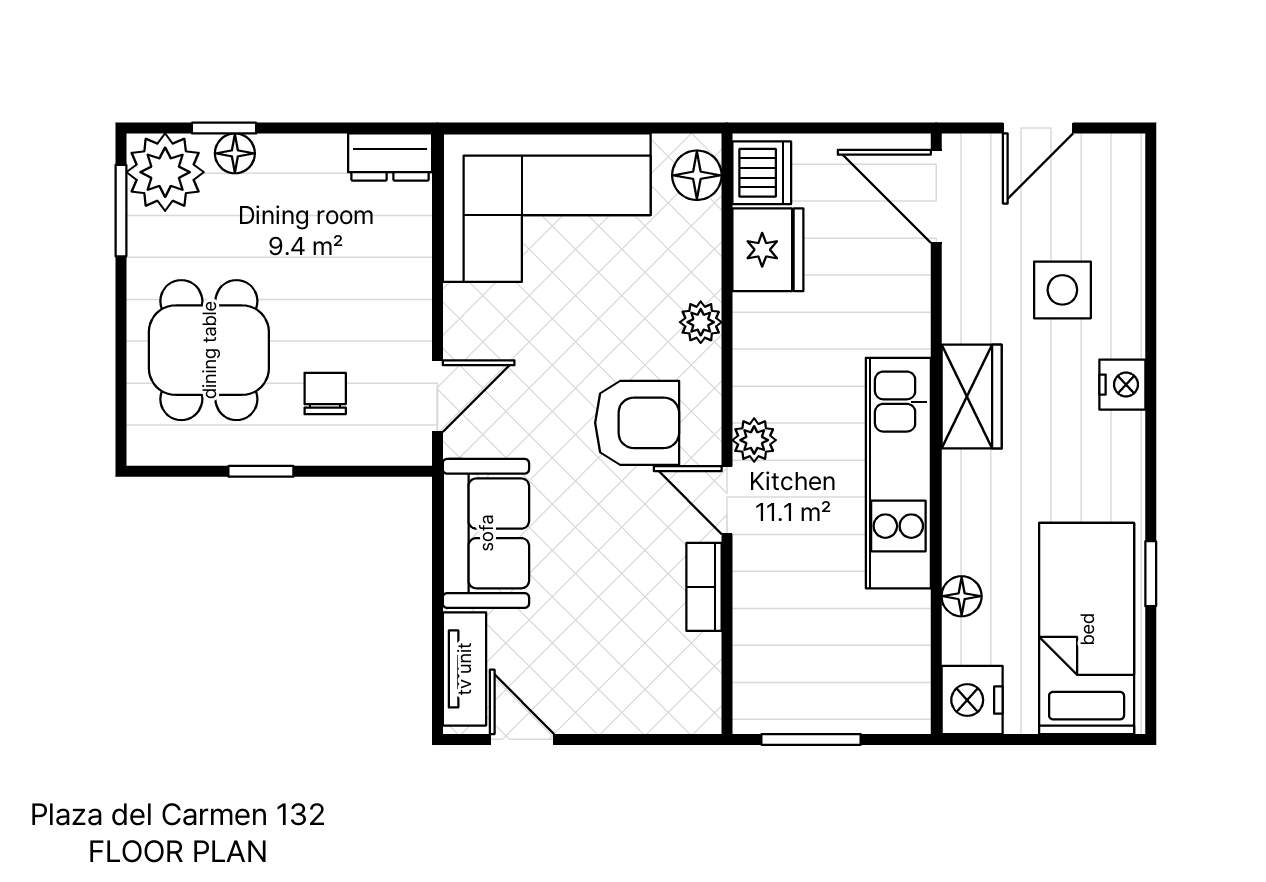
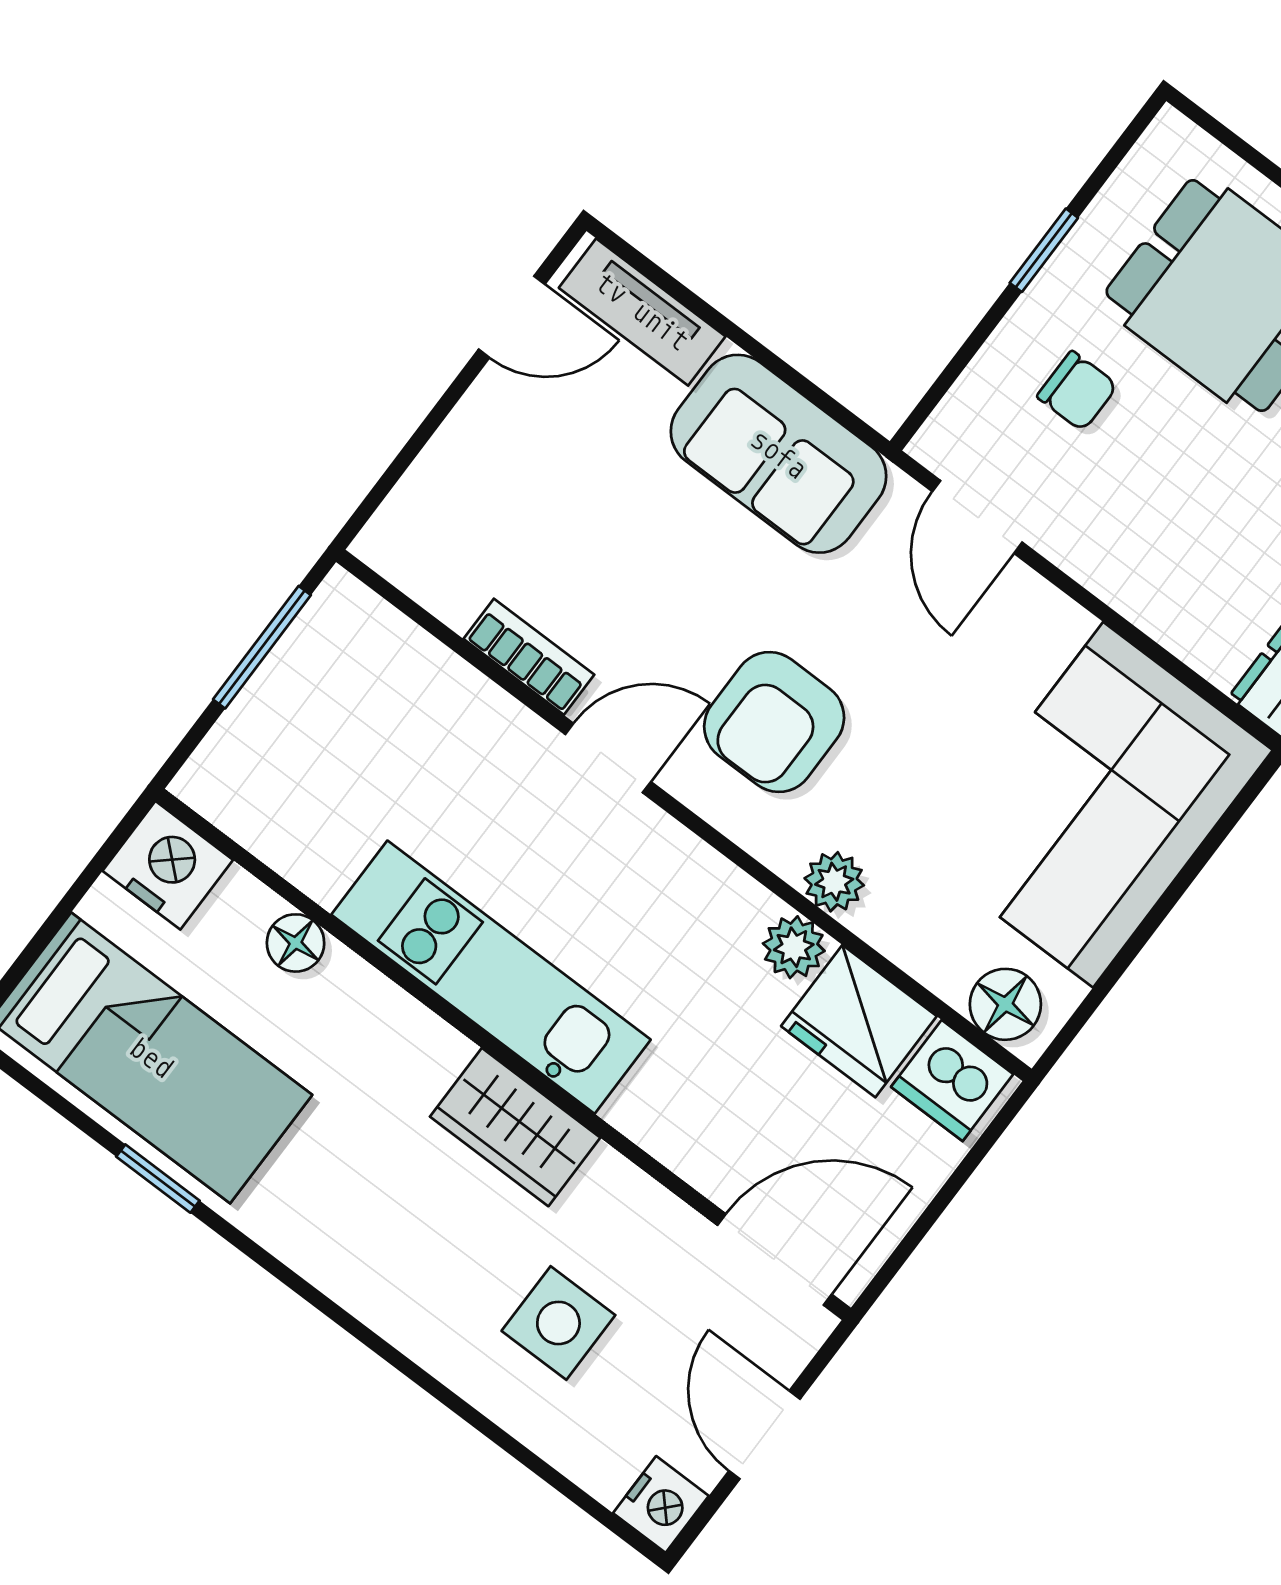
nightstand: (1122, 385) -> (661, 1504), moved, turned -90
plant: (754, 440) -> (794, 947), moved

